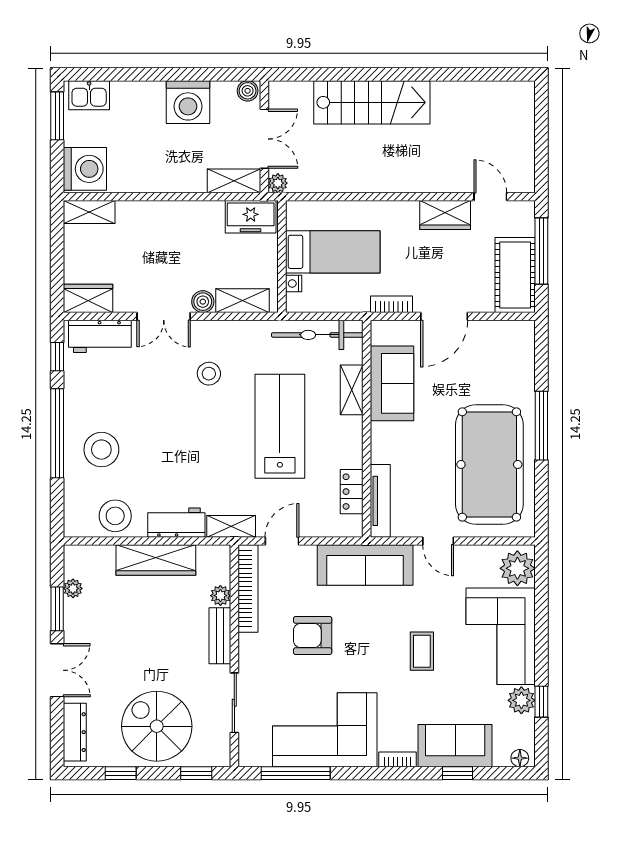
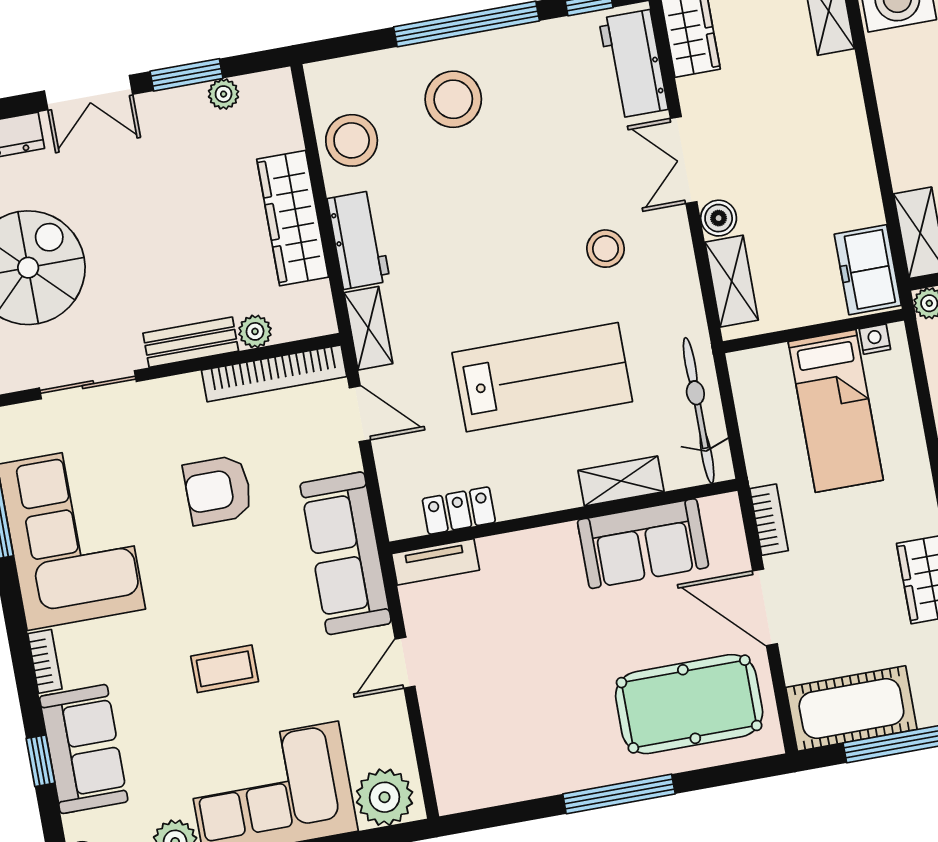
nightstand: (294, 284) -> (875, 339), moved
pool table: (489, 464) -> (689, 704), moved, width x0.73, depth x0.76
tv unit: (380, 501) -> (435, 562), width x0.71
armchair: (313, 636) -> (218, 490), turned -90

